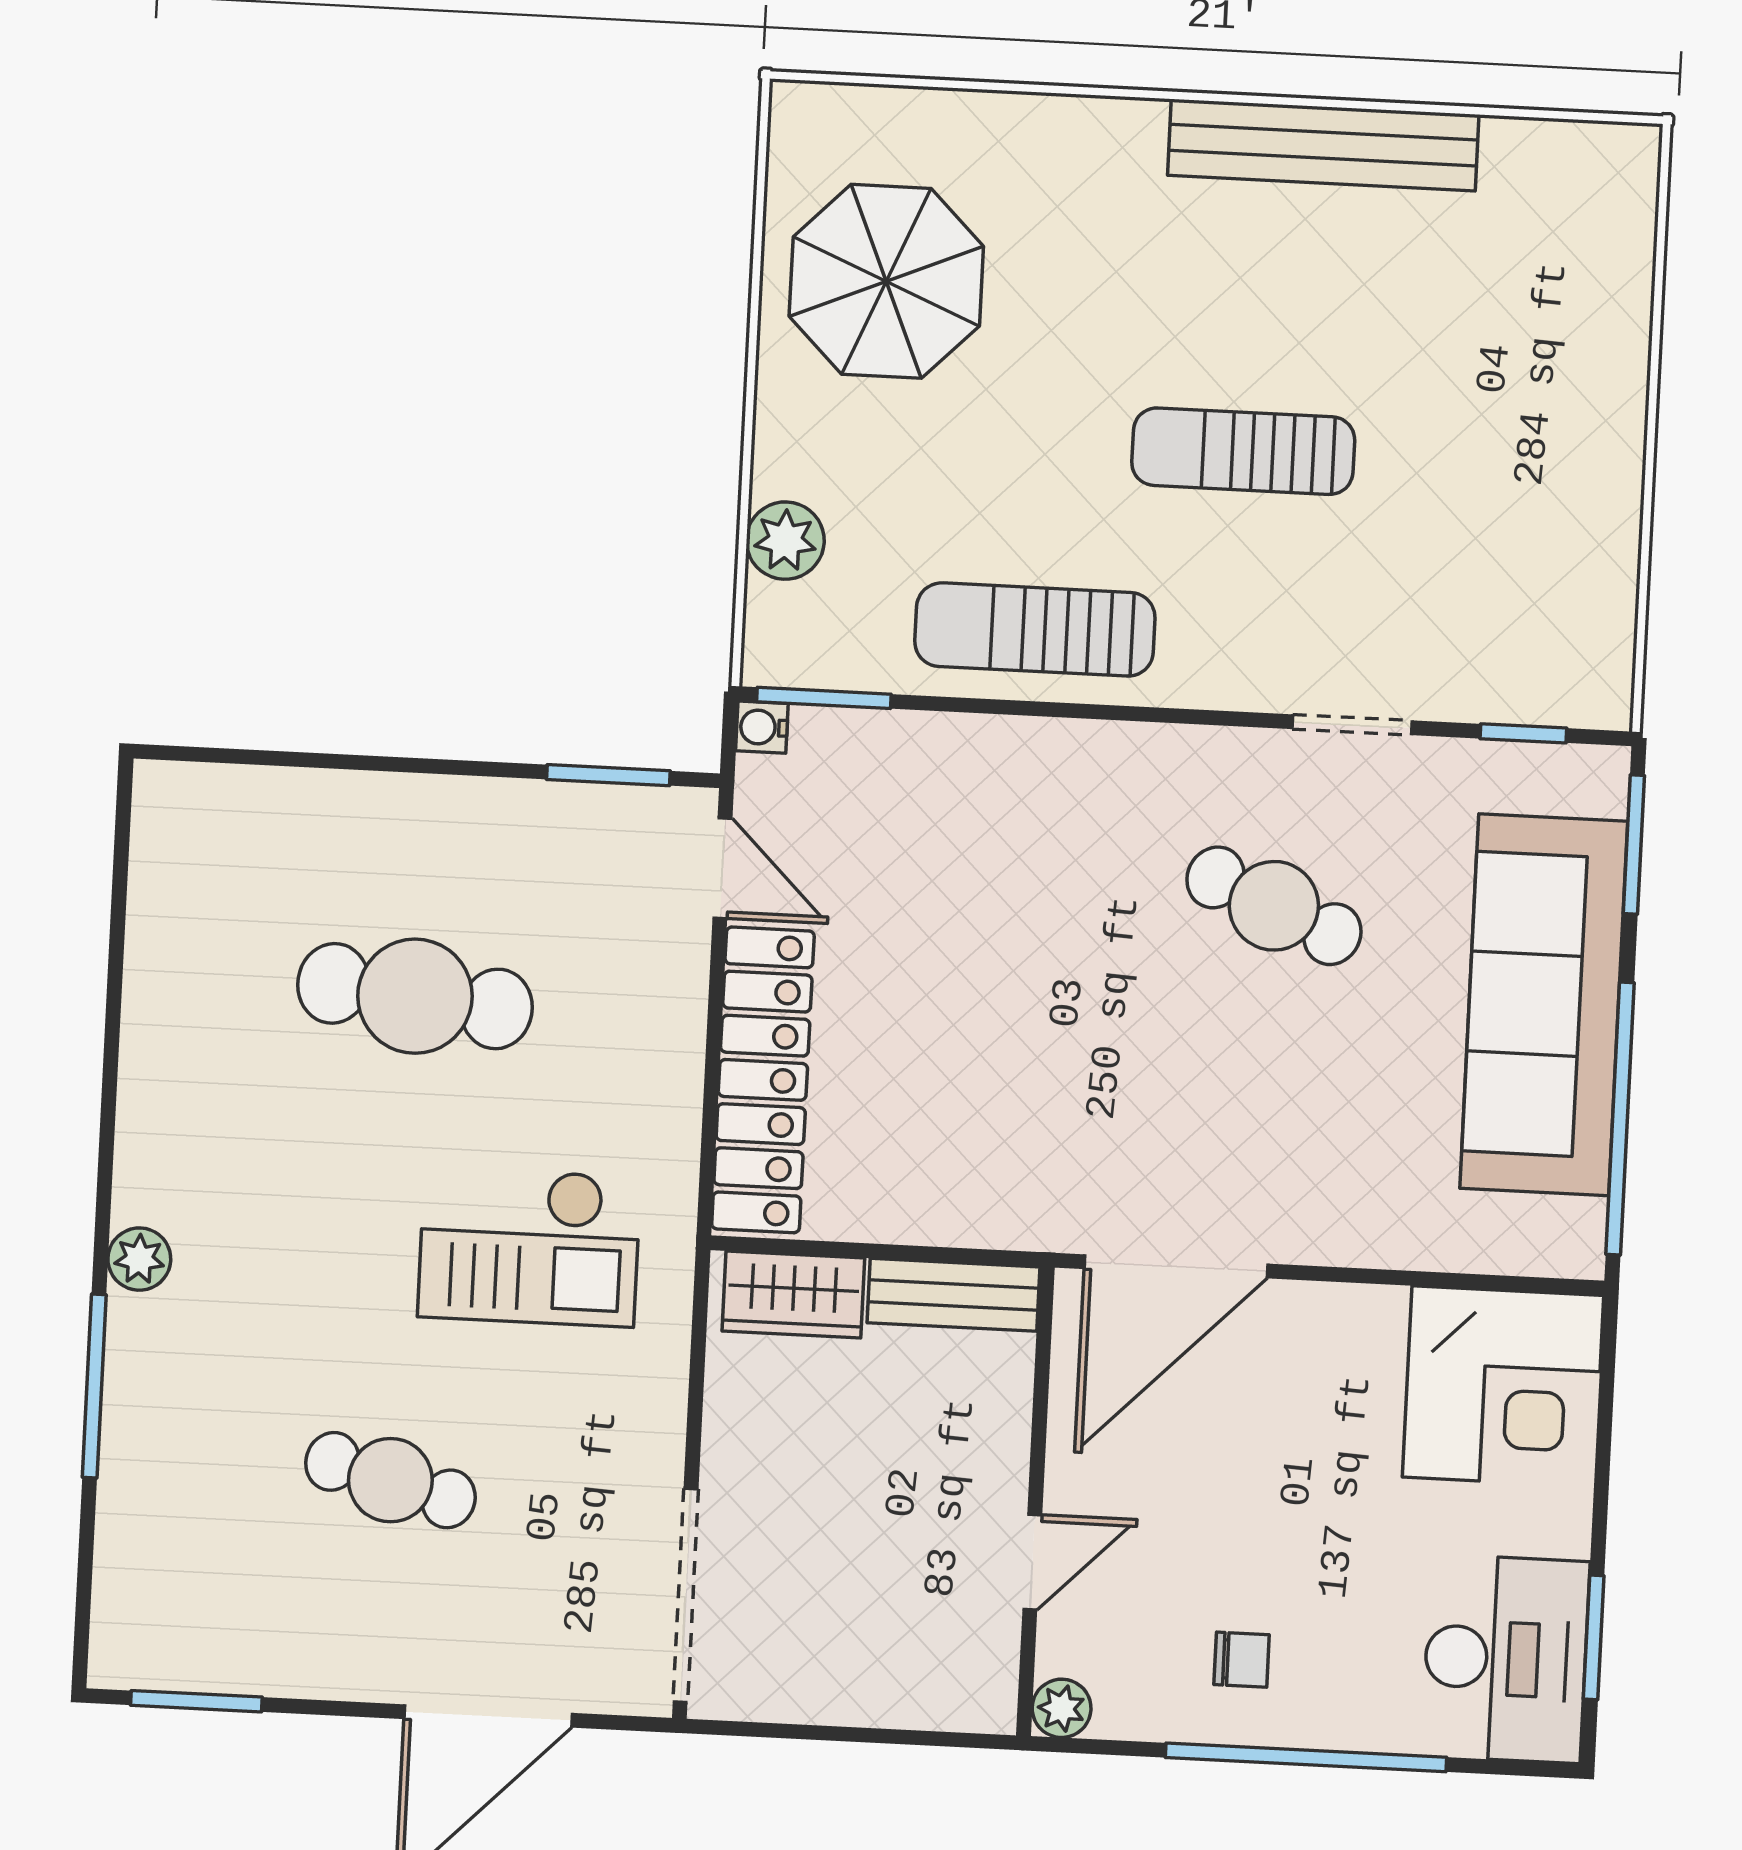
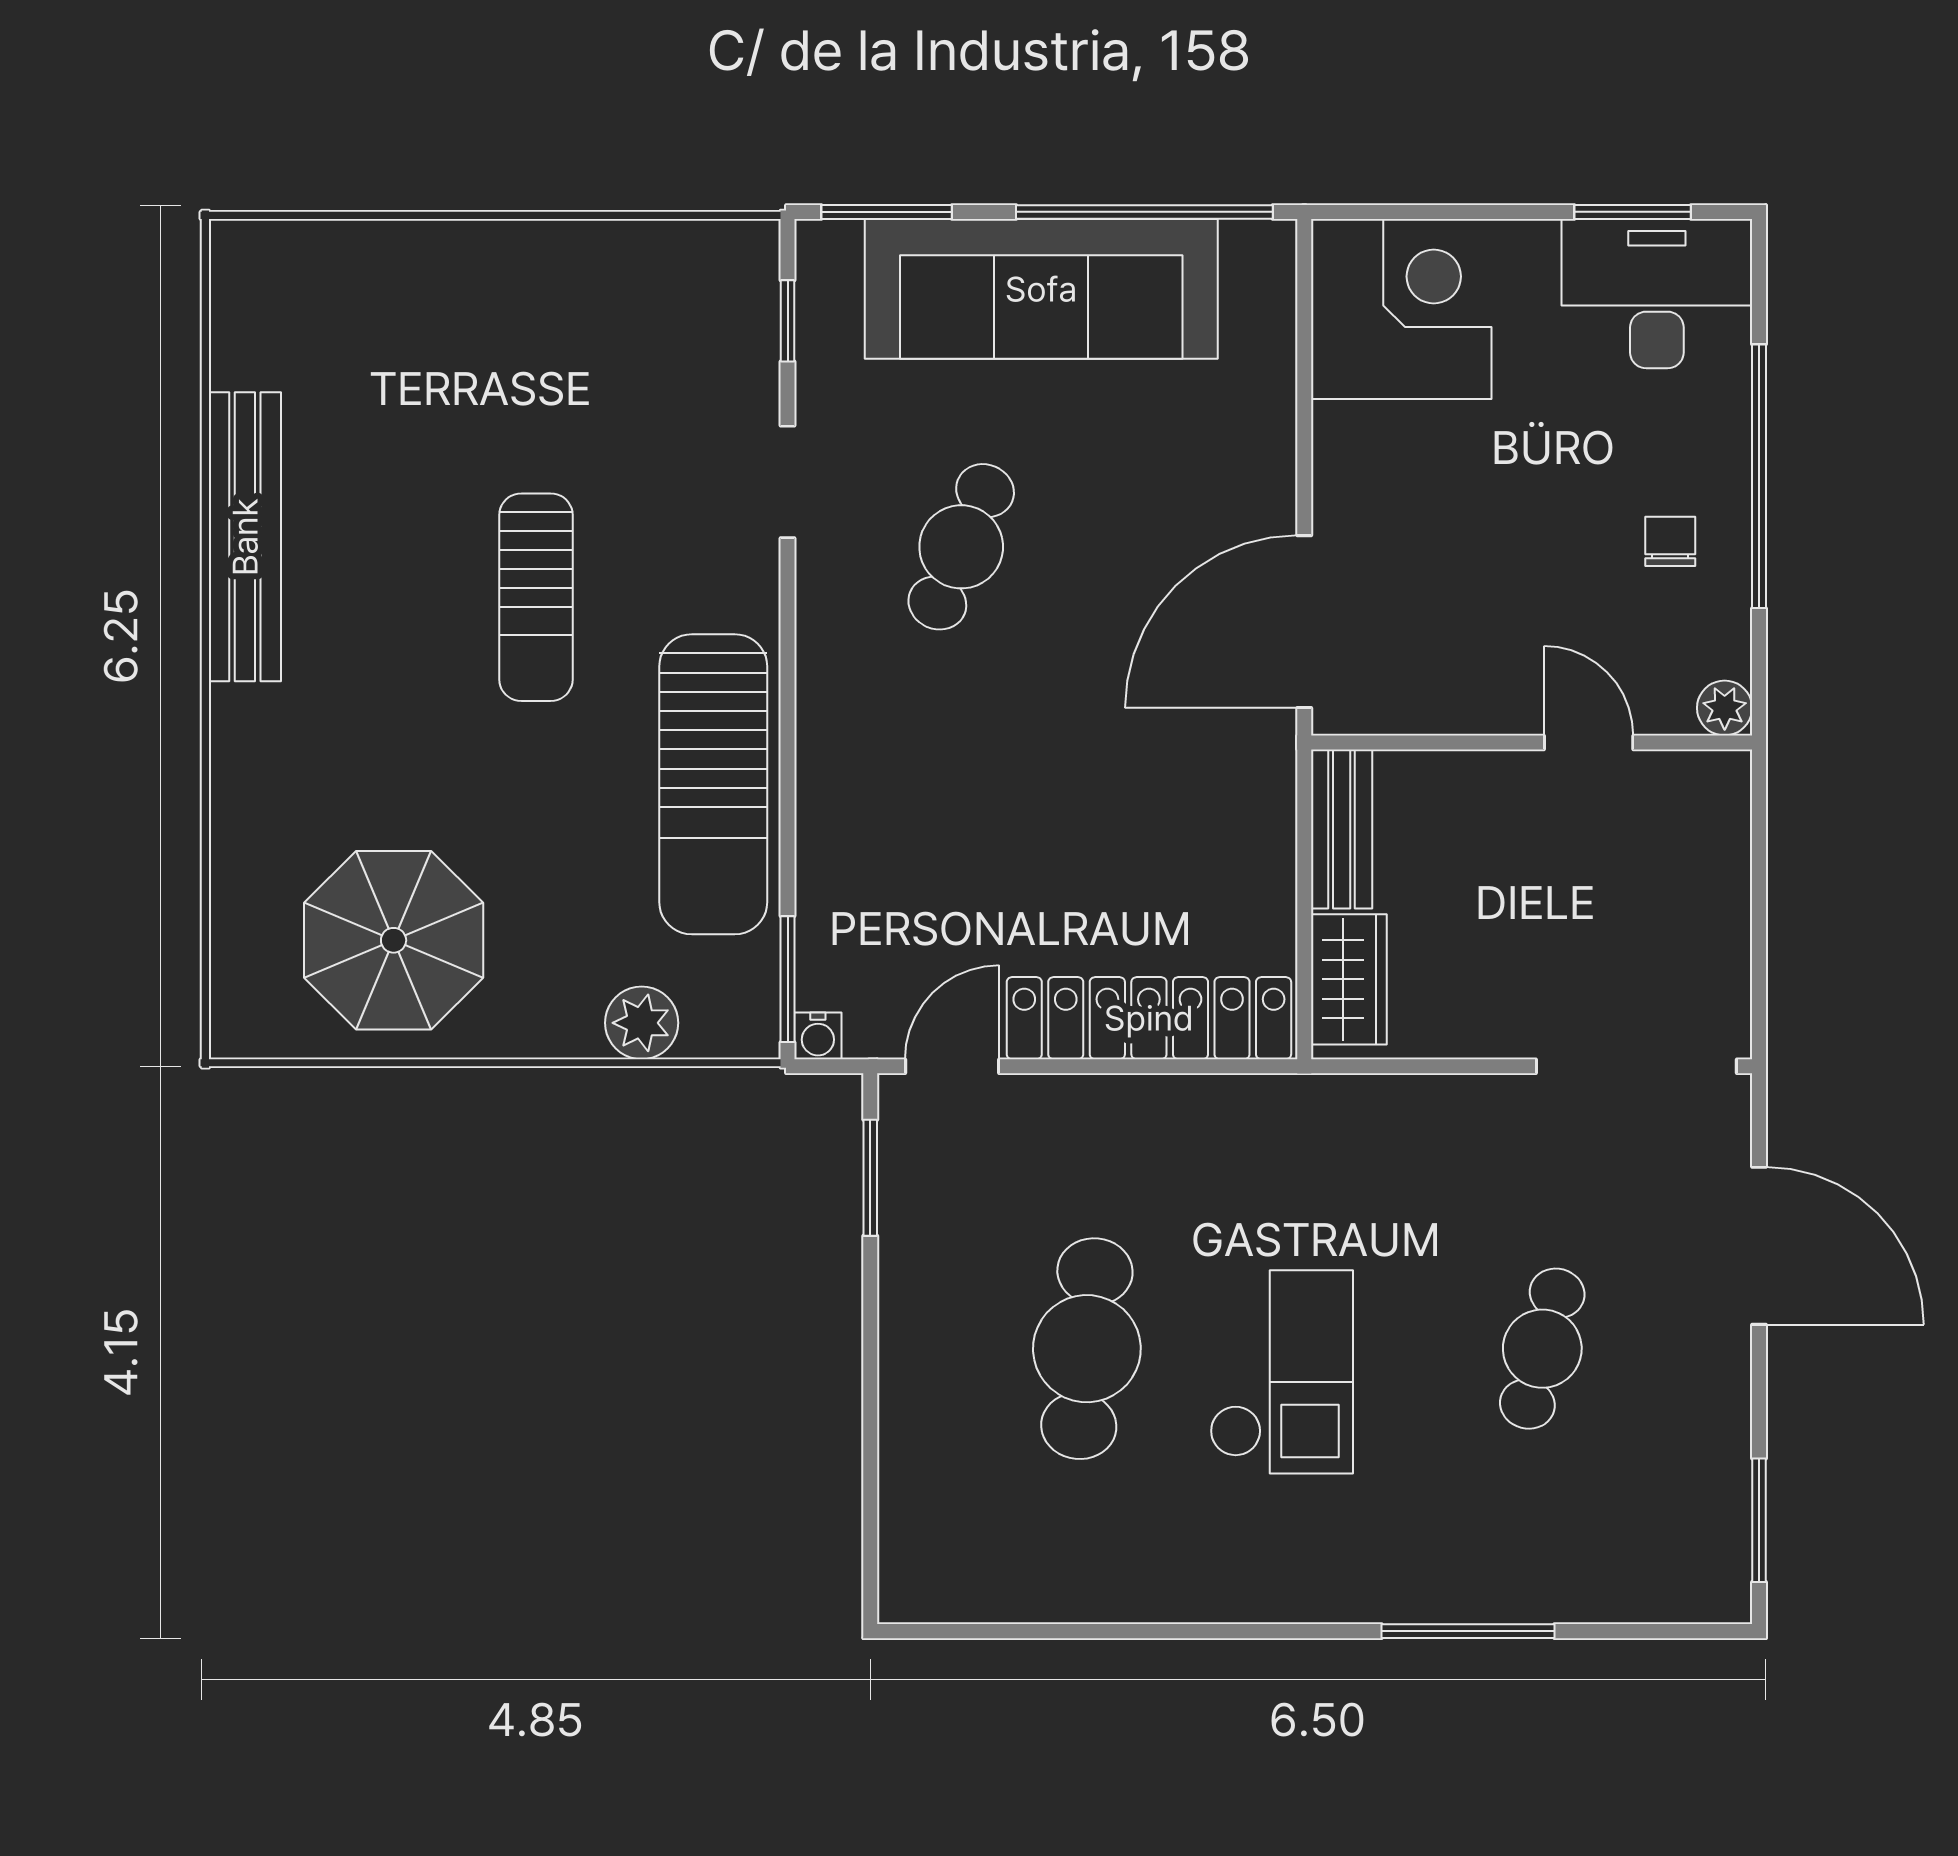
sun lounger: (1035, 629) -> (713, 784), width x1.36, depth x1.34
checkout: (529, 1246) -> (1281, 1372), moved
plant: (139, 1259) -> (1347, 1595), removed
door: (1176, 1266) -> (1304, 622), swing flipped

